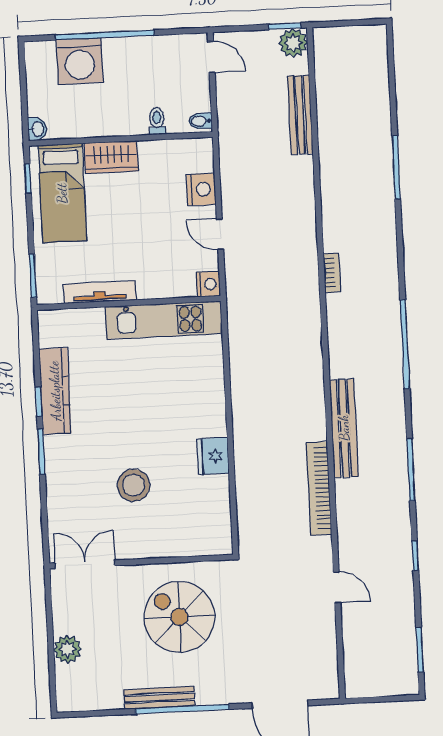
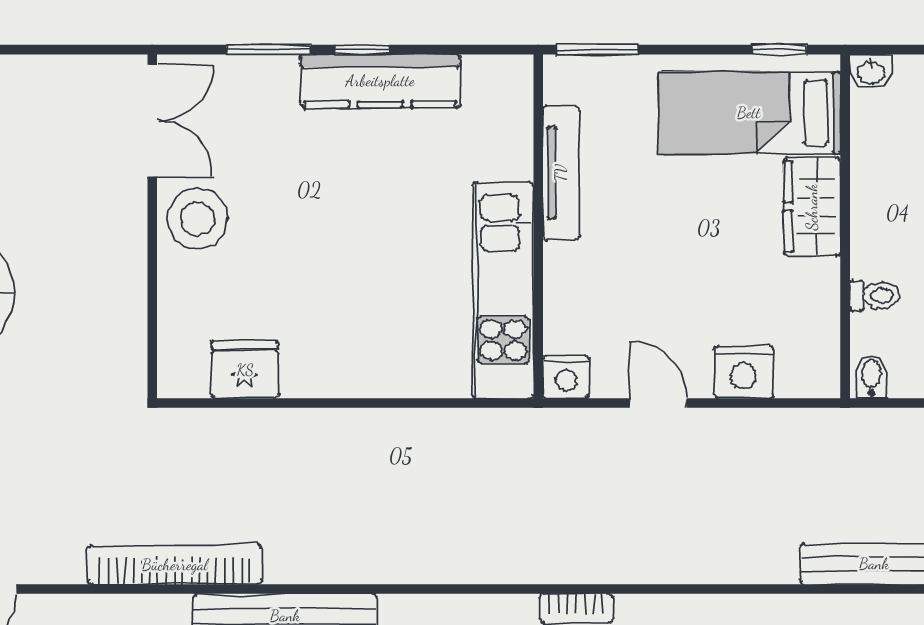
door: (220, 234) -> (658, 403), hinge flipped
wall: (141, 561) -> (152, 226), moved
double door: (85, 564) -> (152, 121), moved

